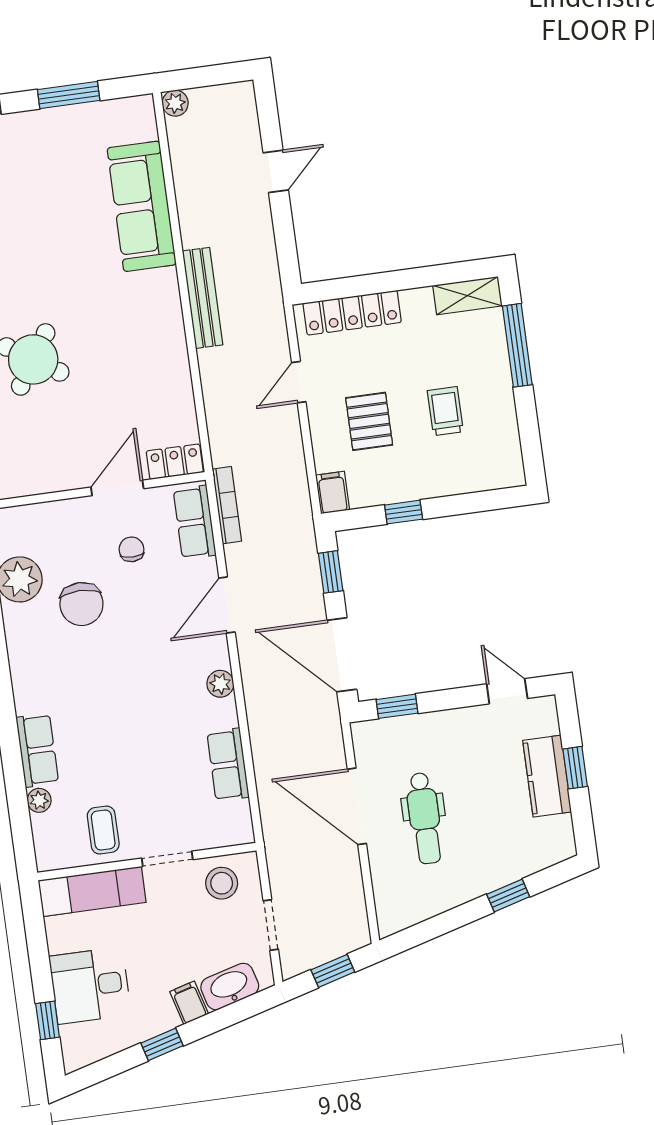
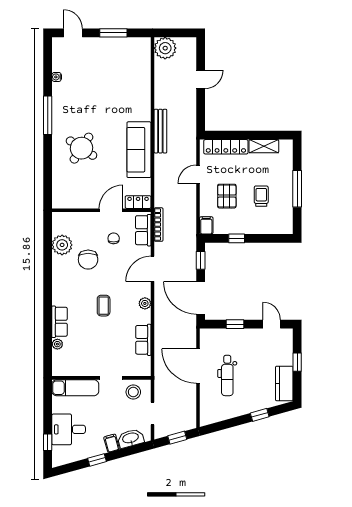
plant: (175, 103) -> (165, 48), width x1.88, depth x1.88
sofa: (142, 206) -> (139, 150), moved
shelving: (467, 296) -> (264, 146), moved
window: (517, 345) -> (297, 189), moved
window: (397, 706) -> (235, 324), moved
kitchen counter: (547, 776) -> (284, 383), moved
coffee table: (103, 830) -> (104, 306), moved

